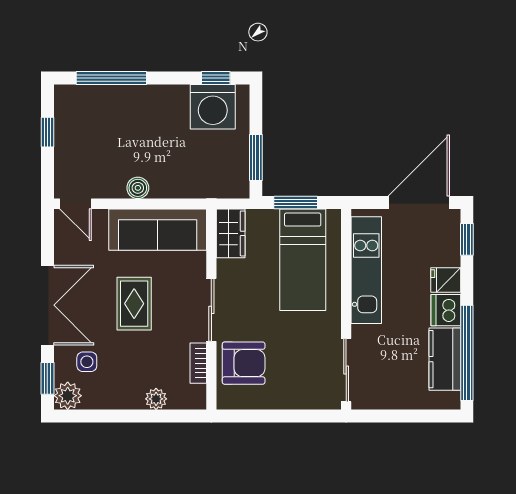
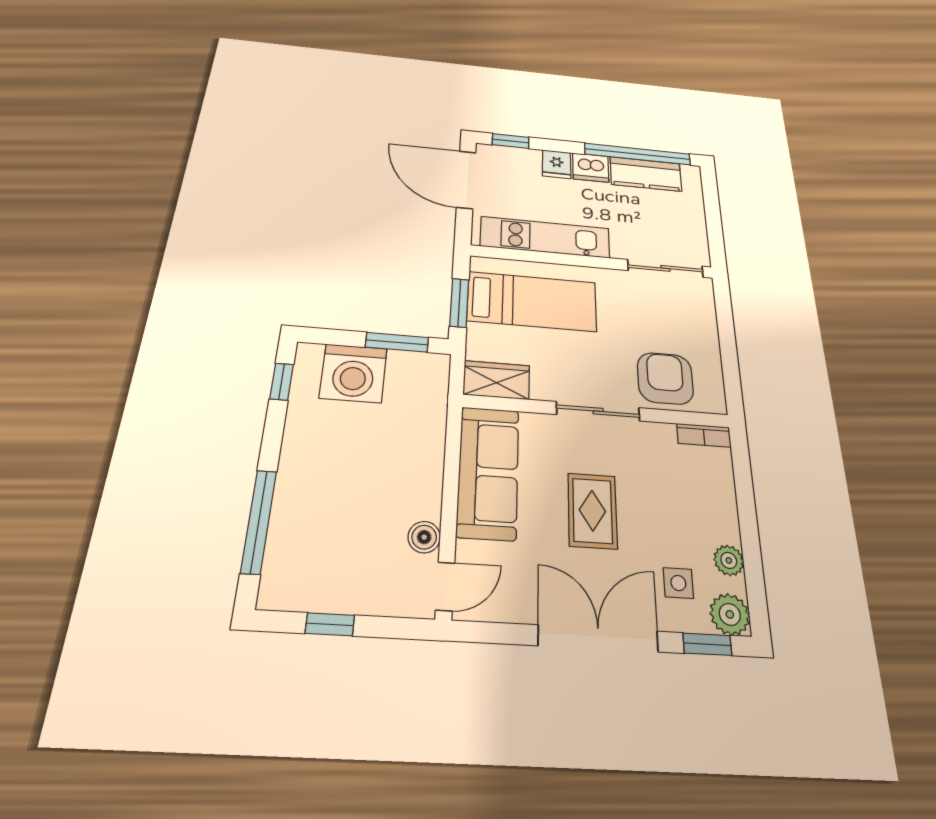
washing machine: (213, 107) -> (353, 373), moved, turned 90
boiler: (138, 188) -> (424, 537), moved
rug: (134, 304) -> (592, 511), turned 90
bookcase: (198, 363) -> (704, 435), moved
plant: (156, 399) -> (729, 560), moved

